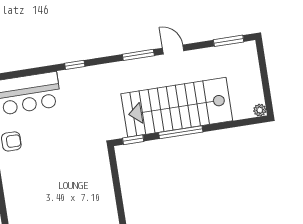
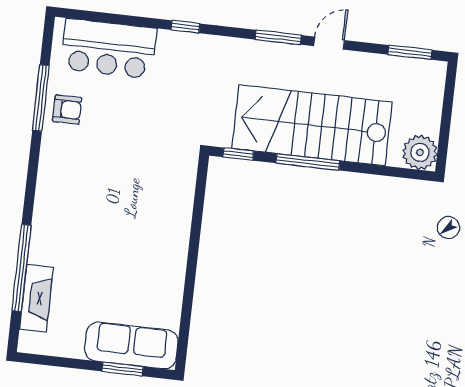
door: (173, 49) -> (329, 43), hinge flipped
plant: (260, 110) -> (420, 152), width x1.88, depth x1.88

